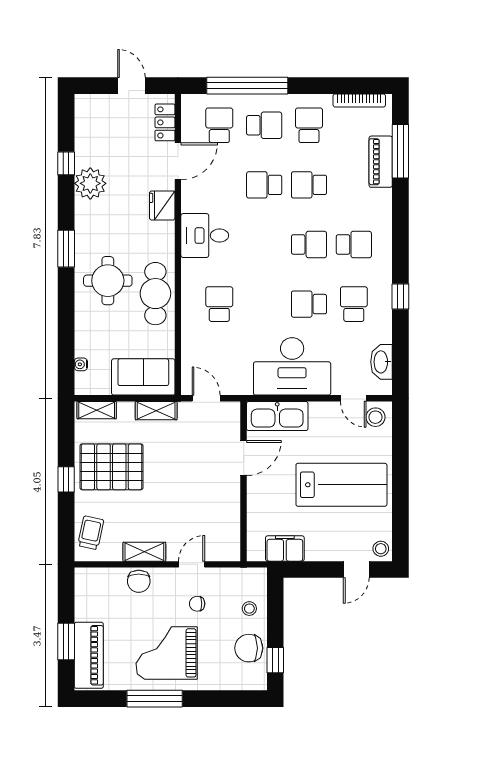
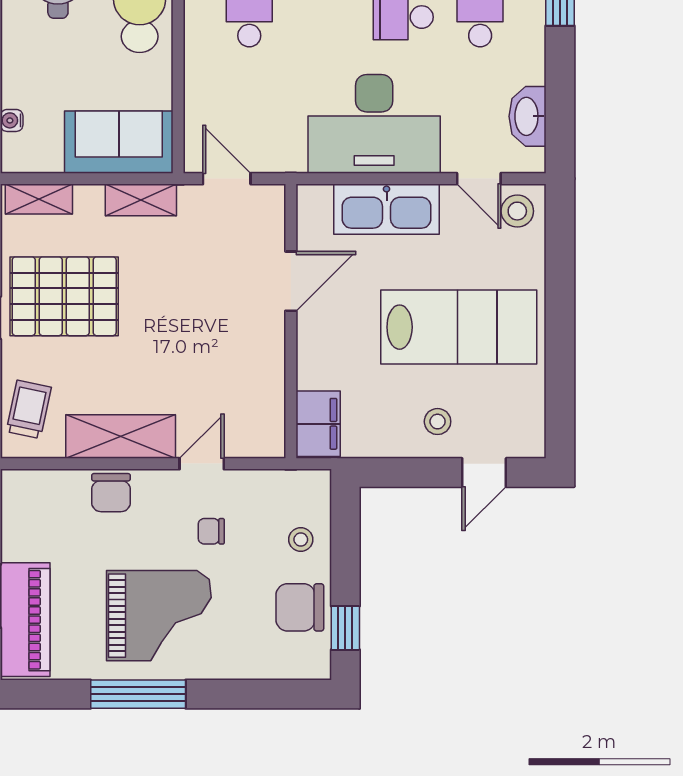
kitchen sink: (277, 416) -> (387, 209), moved
filing cabinet: (285, 548) -> (318, 424), moved, turned 90
stool: (381, 549) -> (438, 422), moved
shelving: (144, 552) -> (121, 437), width x1.50, depth x1.33
grand piano: (167, 653) -> (159, 616), turned 180

